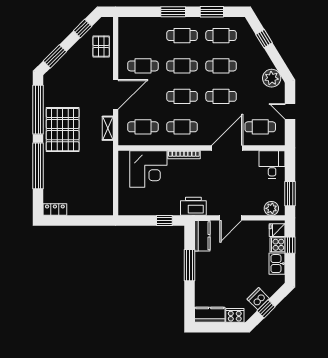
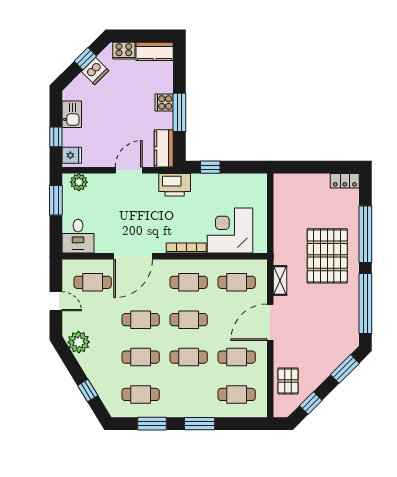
cafe table: (182, 36) -> (237, 394), moved
pallet: (63, 130) -> (327, 256), moved
cooker: (278, 245) -> (164, 102), moved, turned 180

